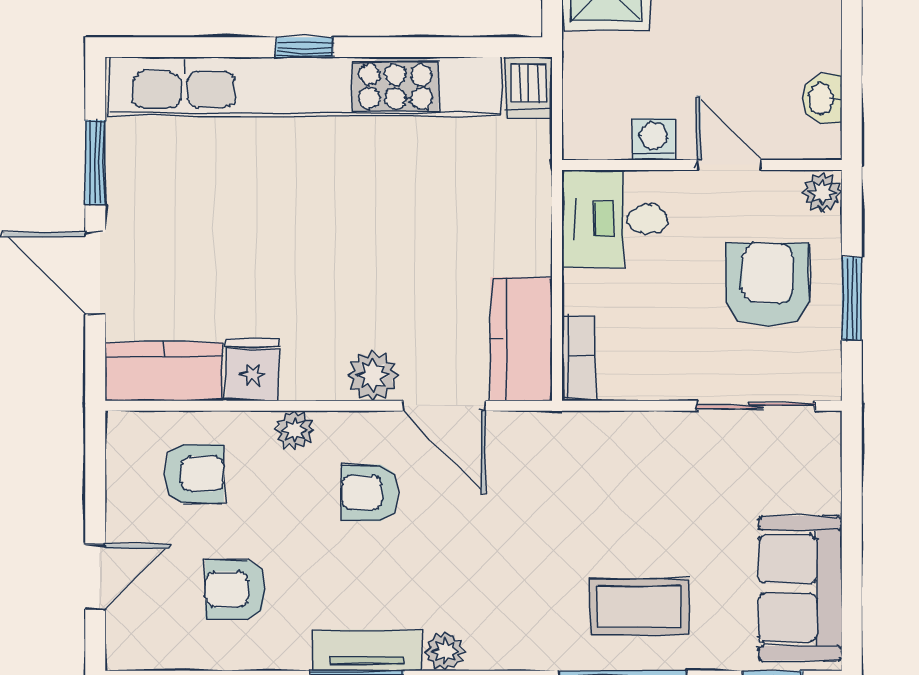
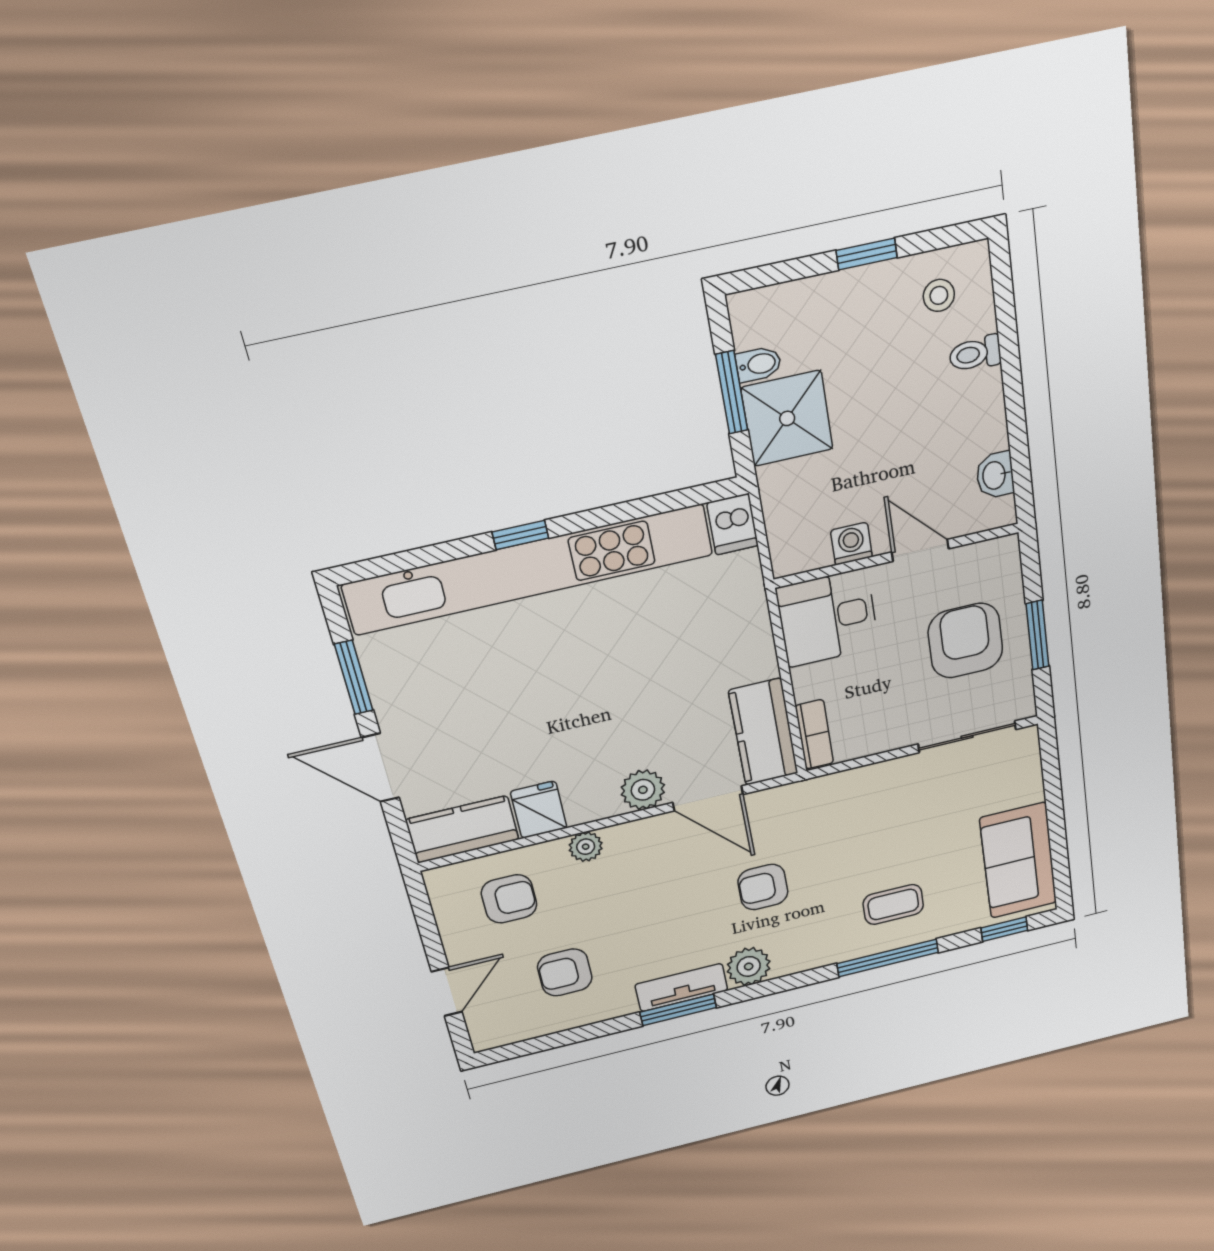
plant: (822, 192) -> (1004, 555), removed
armchair: (370, 493) -> (763, 887), moved
coffee table: (640, 607) -> (893, 904), width x0.73, depth x0.77
plant: (445, 651) -> (749, 966), width x1.38, depth x1.38

